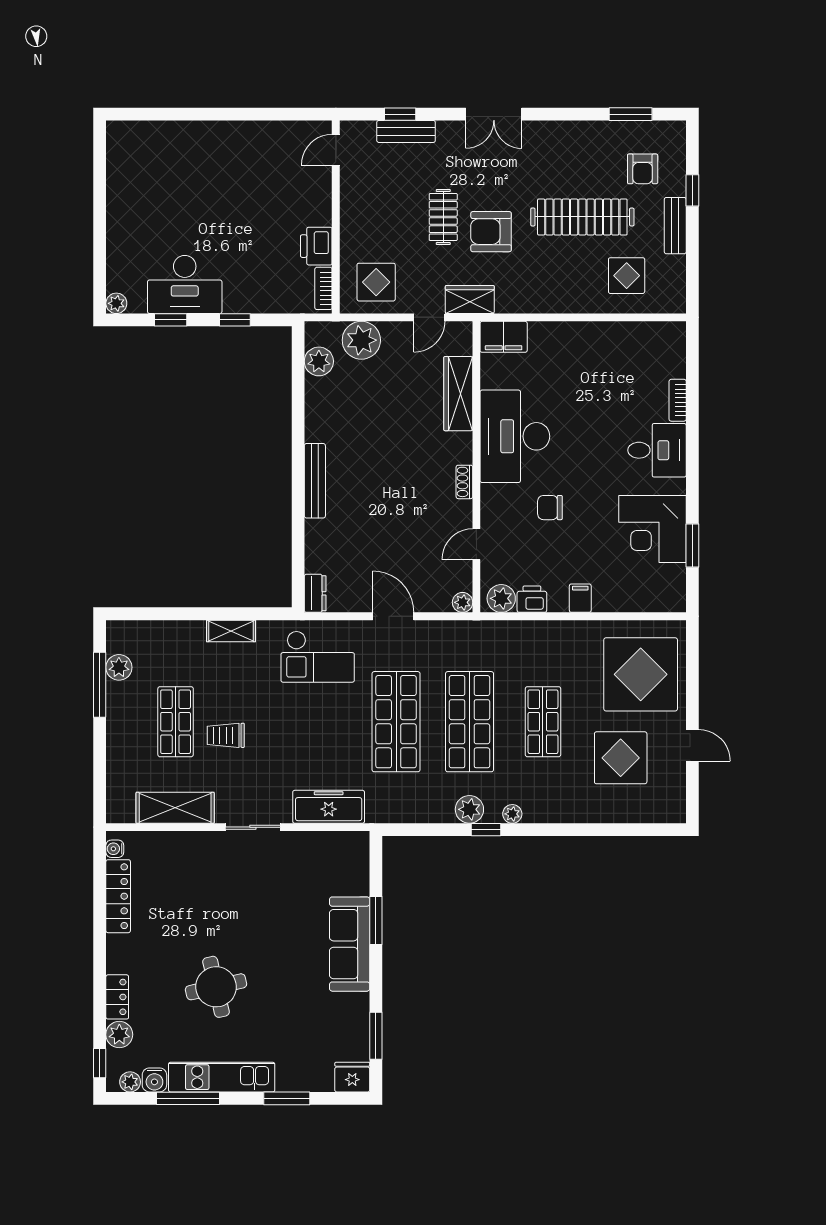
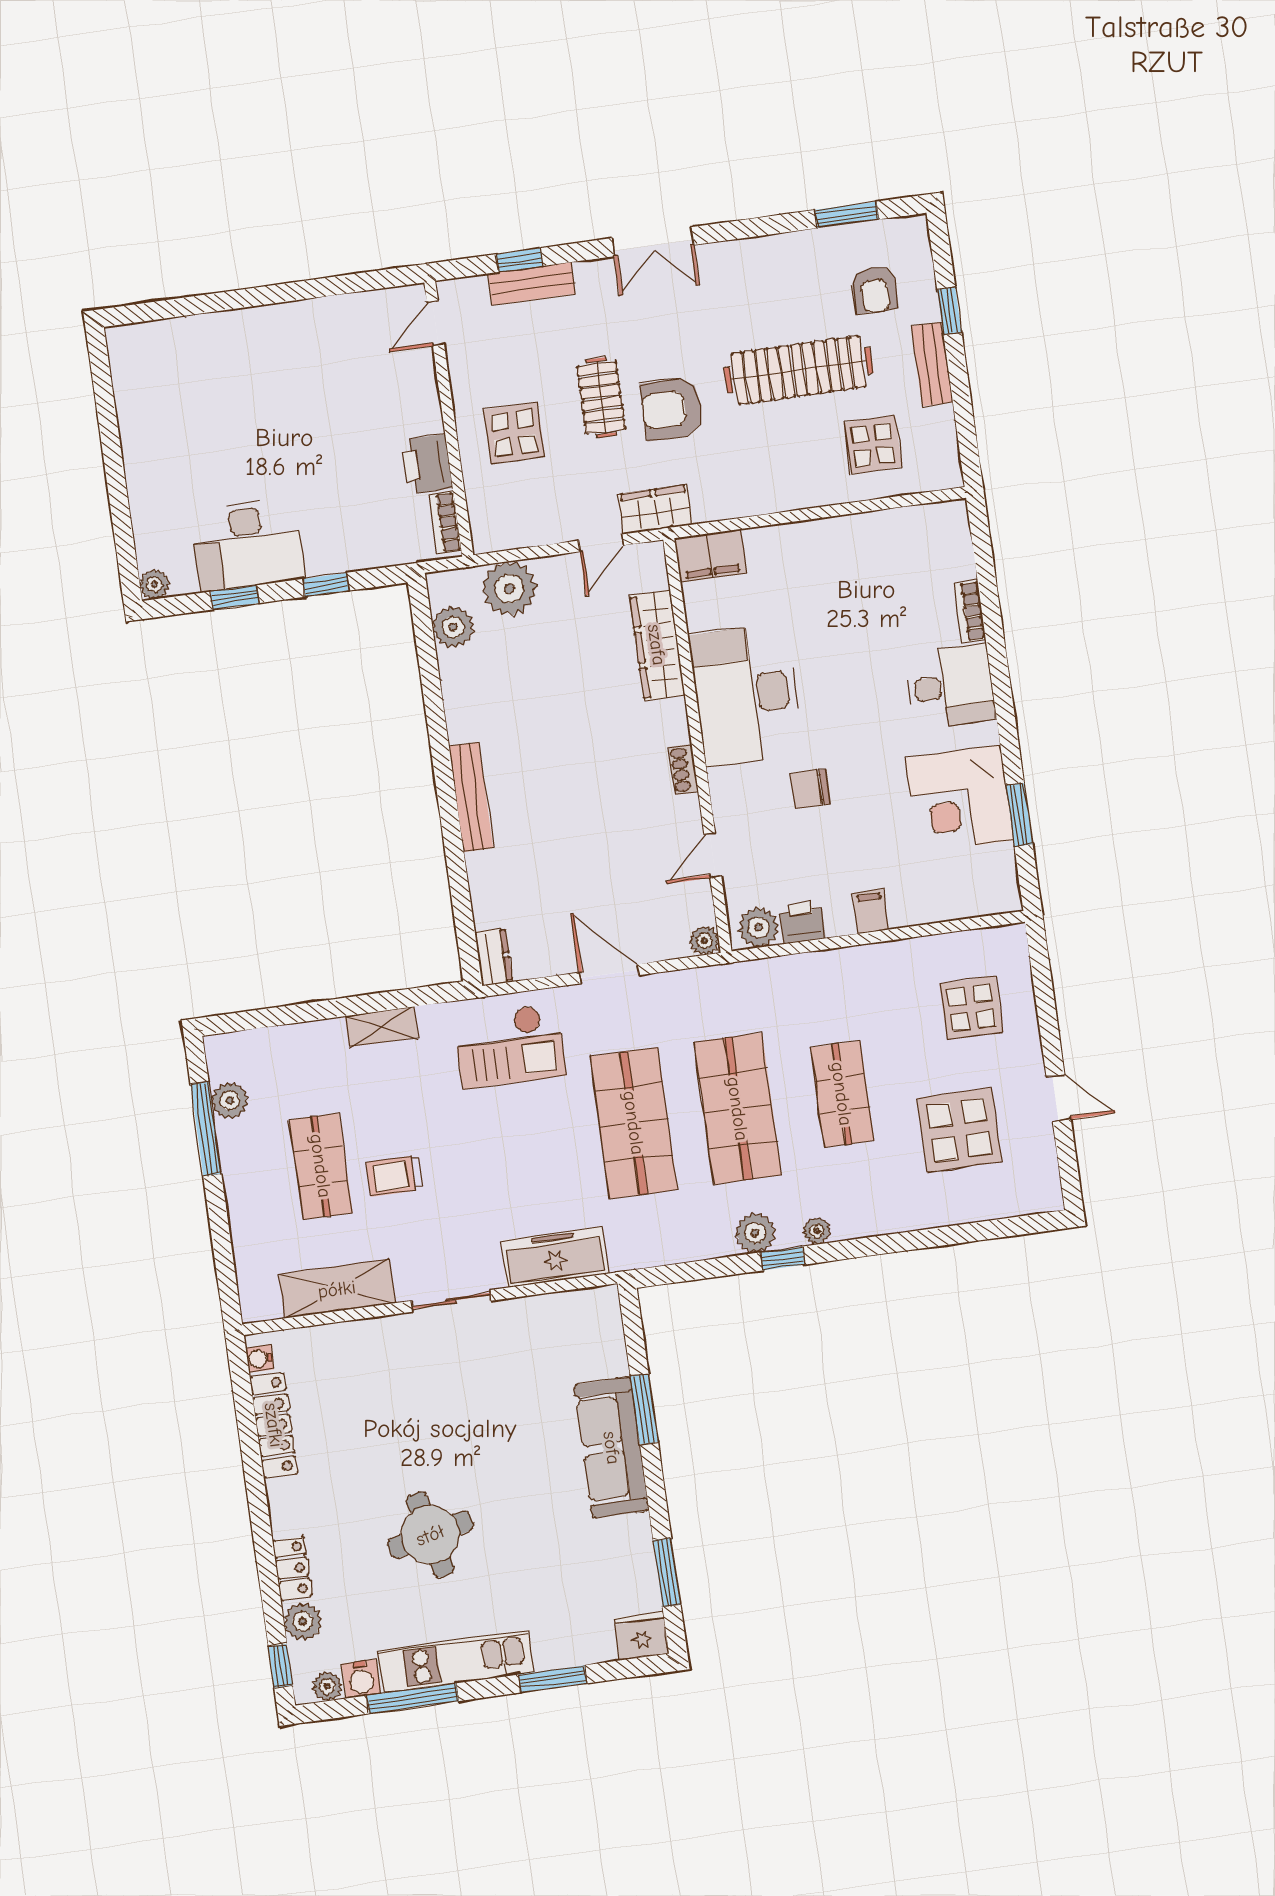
display table: (376, 282) -> (514, 433), moved
display table: (641, 674) -> (971, 1008), width x0.54, depth x0.54

